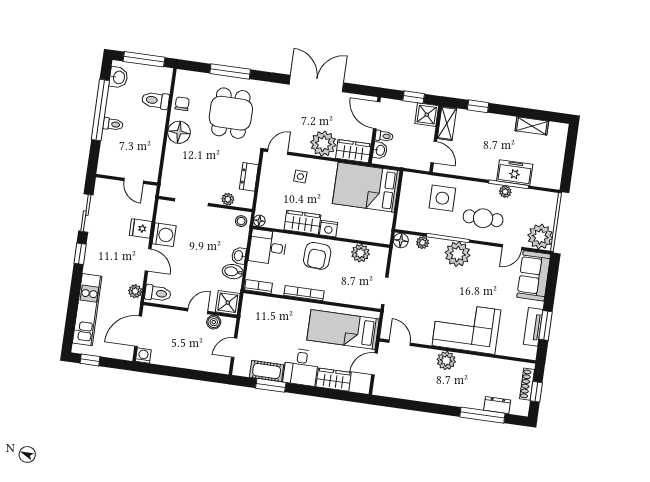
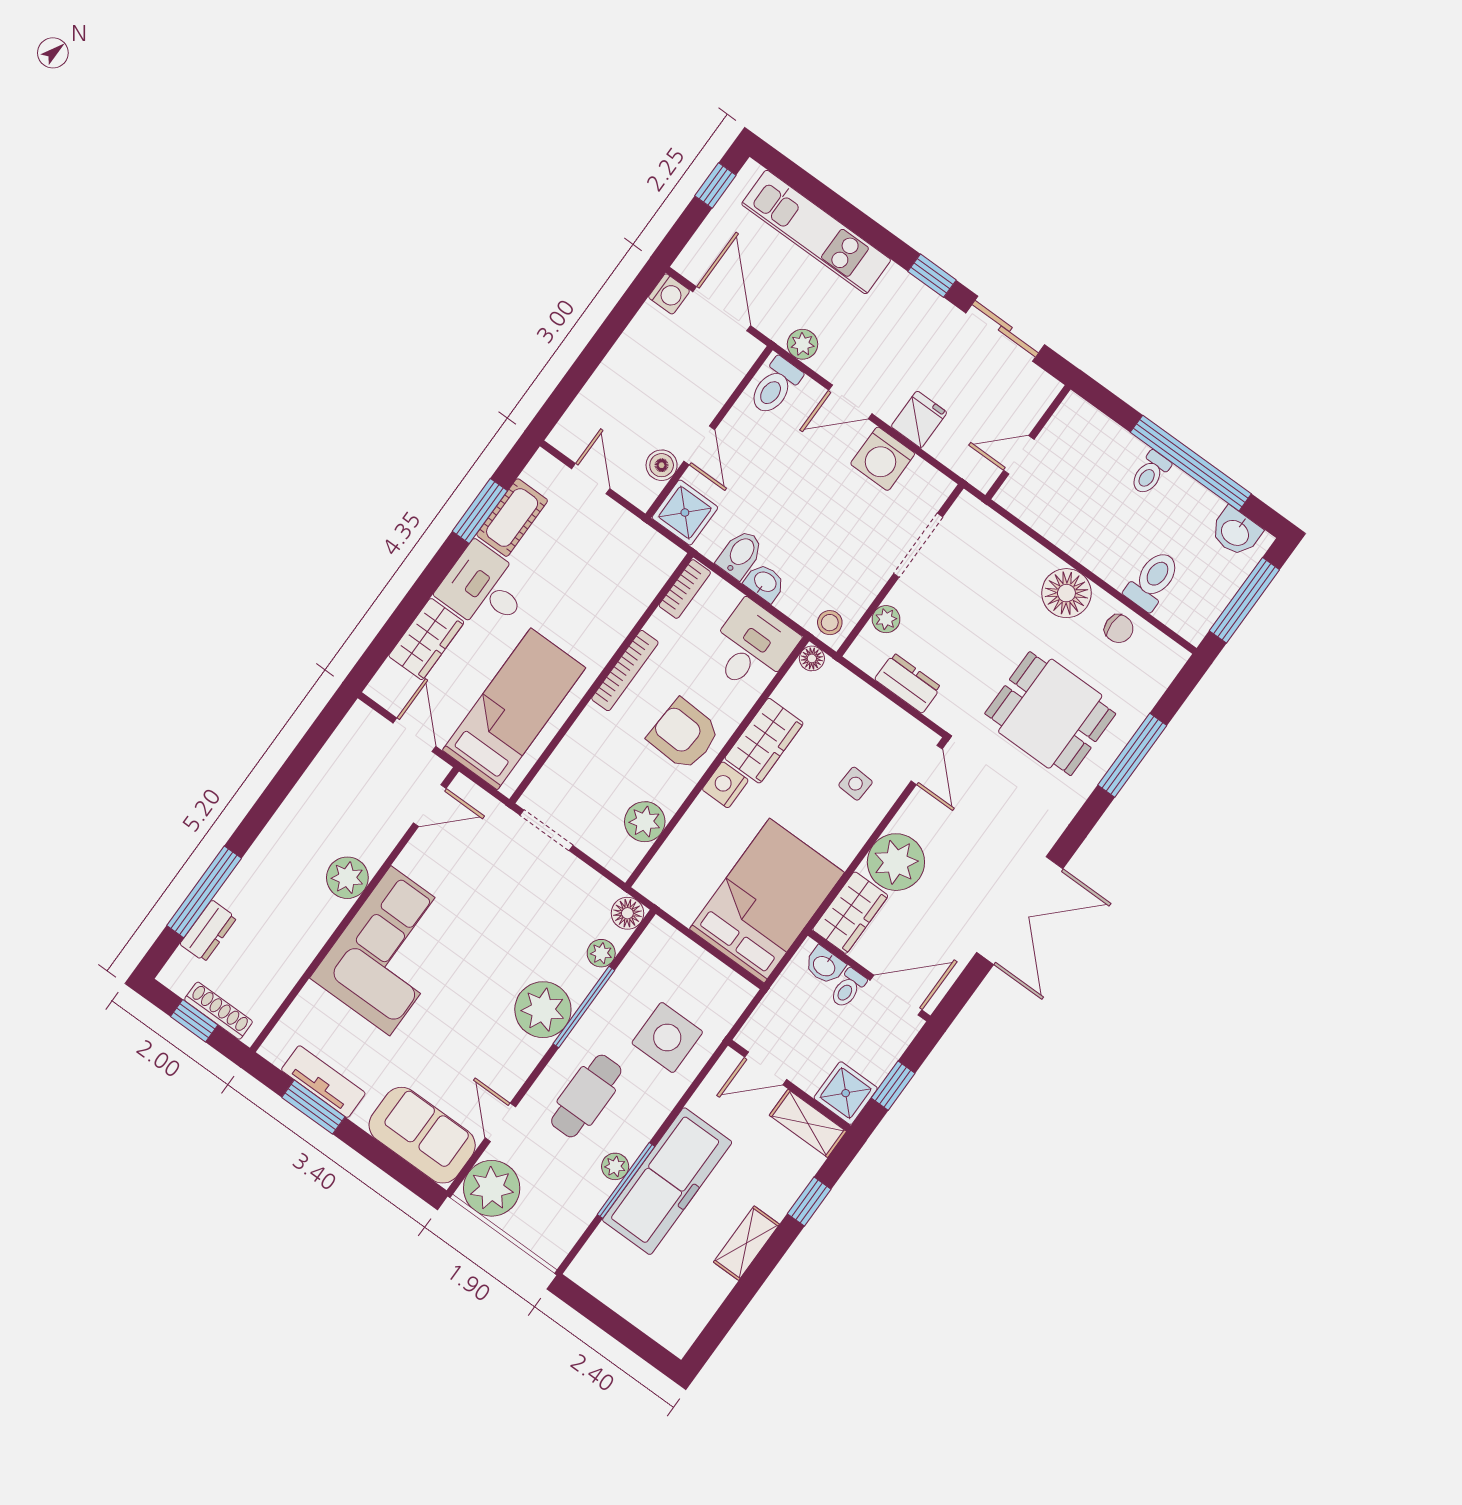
shelving: (532, 126) -> (746, 1243), moved
freezer: (515, 173) -> (667, 1181), width x1.91, depth x1.26

